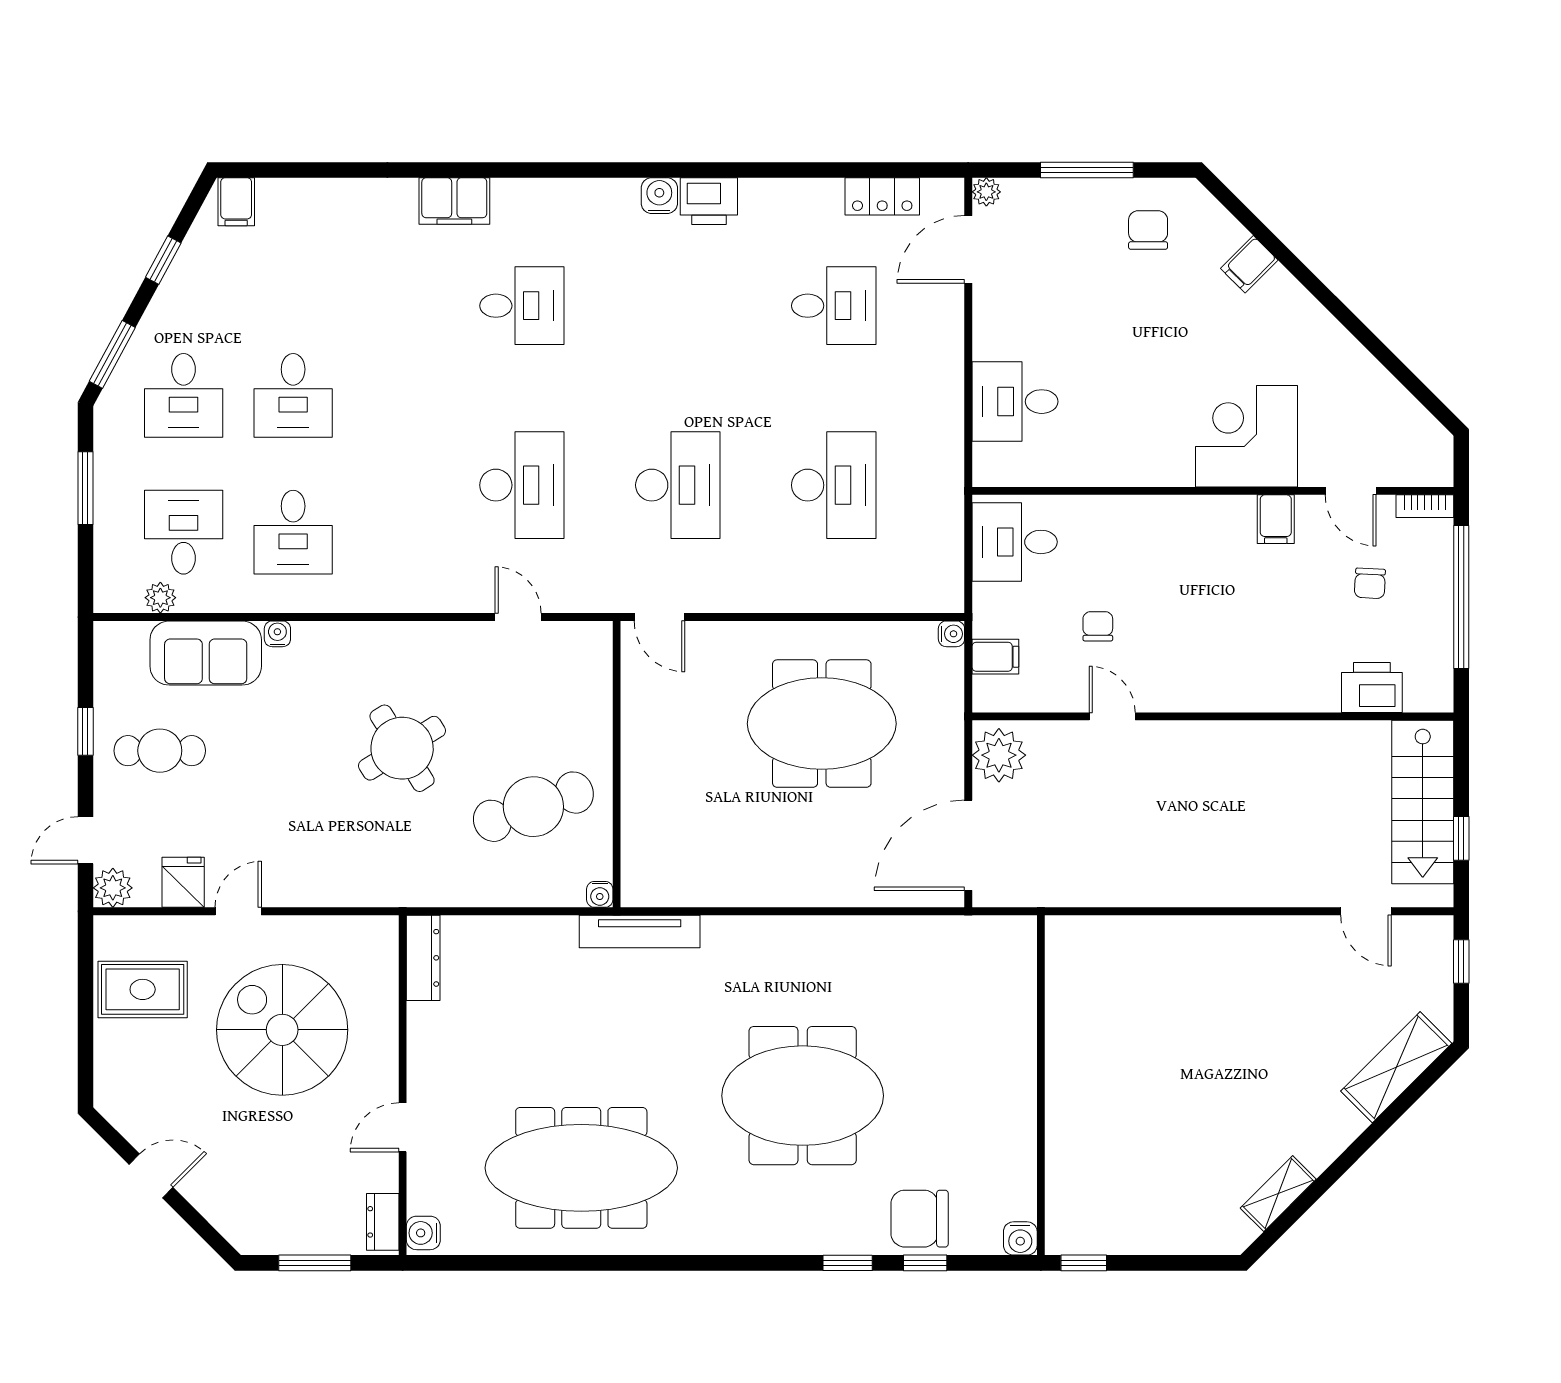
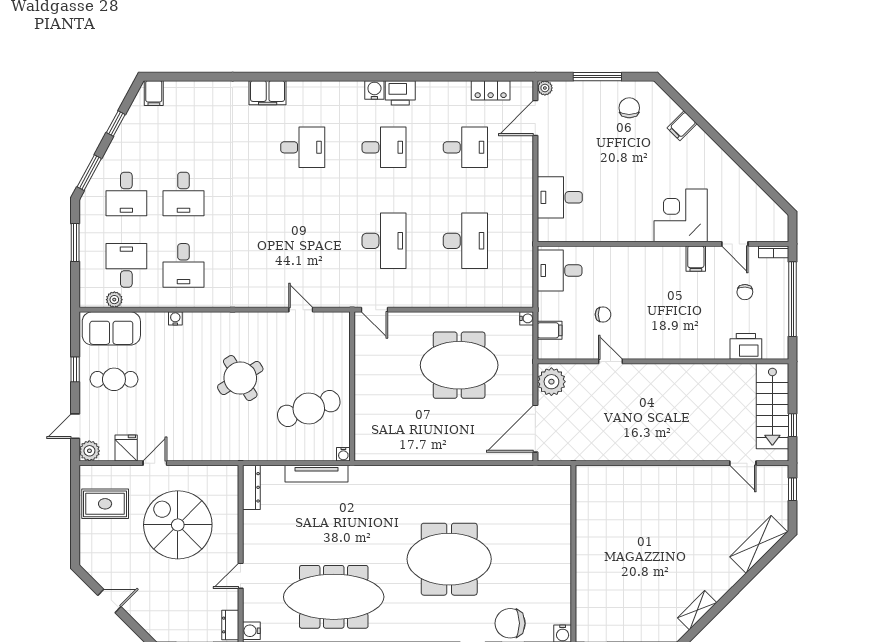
desk: (522, 485) -> (384, 147), moved, width x0.73
chair: (1098, 626) -> (603, 314), turned 90
sofa: (206, 653) -> (111, 328), moved
tv unit: (640, 931) -> (316, 474), moved

